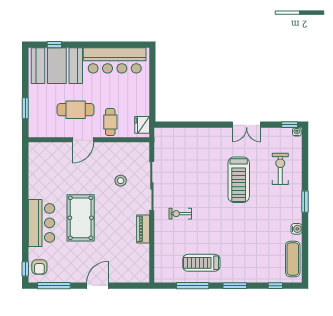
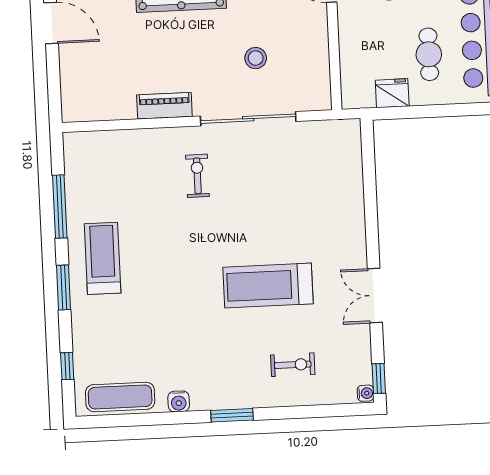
cafe table: (110, 122) -> (429, 54), moved, turned 90
fridge: (142, 125) -> (392, 93), moved
exercise bike: (280, 169) -> (293, 365), width x0.73, depth x0.72
treadmill: (201, 263) -> (103, 258), moved

